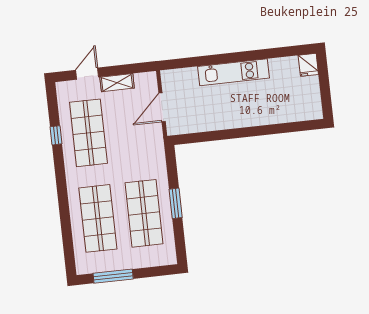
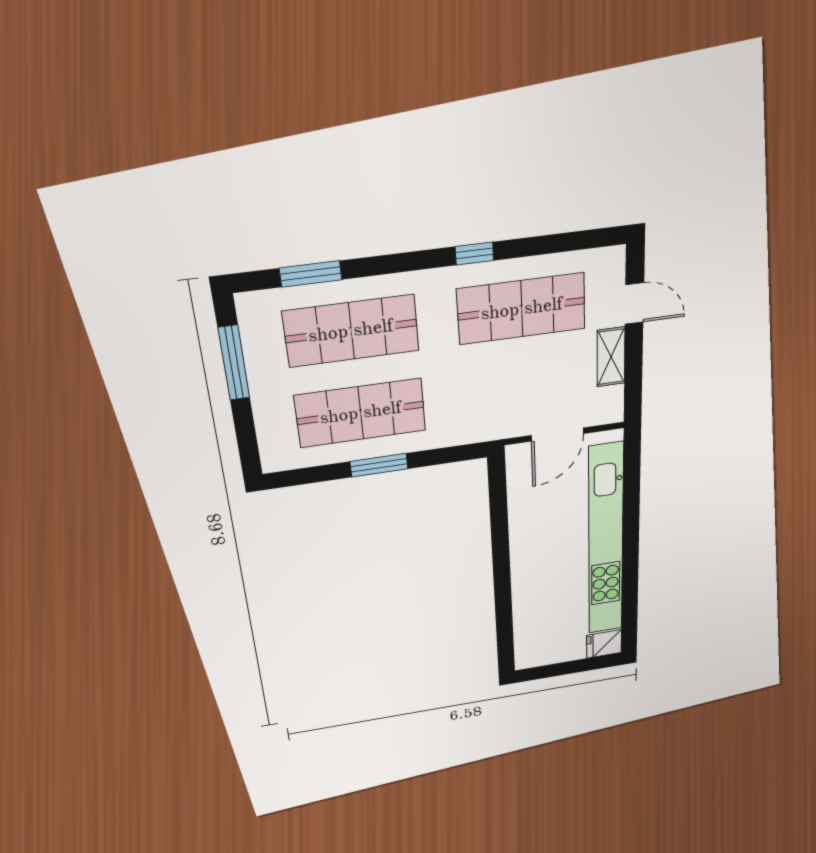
kitchen unit: (233, 72) -> (606, 541), width x1.86
door: (162, 107) -> (557, 434), swing flipped
window: (56, 135) -> (474, 254), moved
window: (67, 238) -> (311, 274), added

